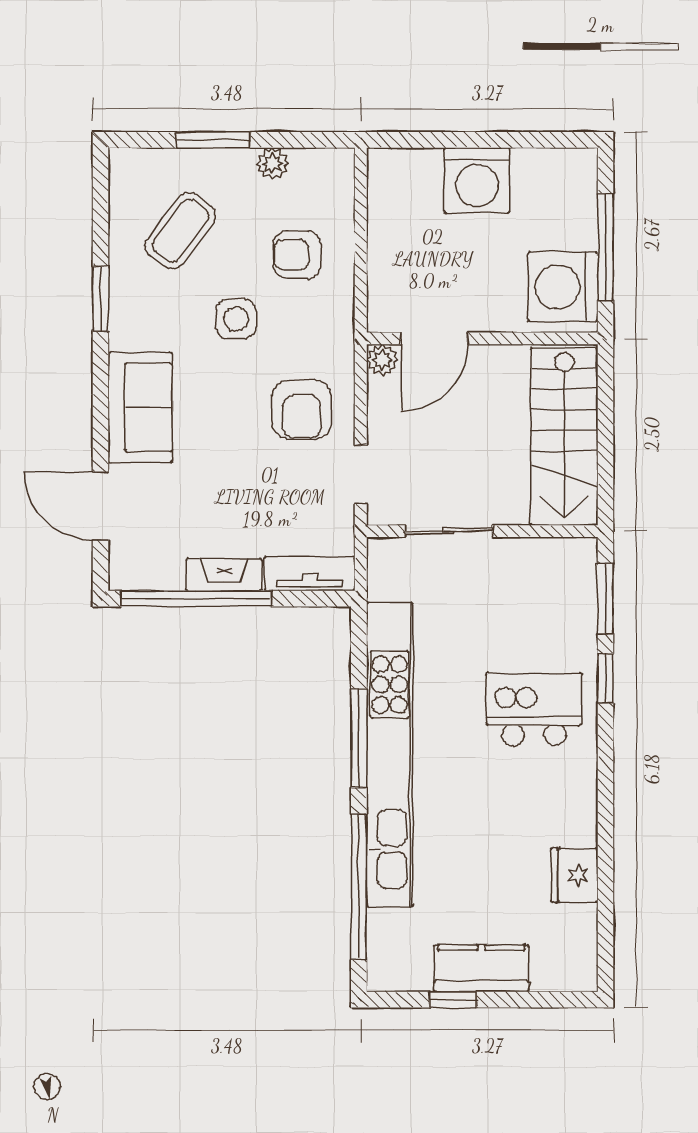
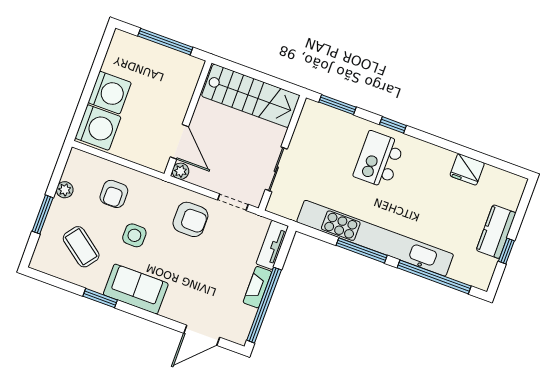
washing machine: (563, 287) -> (98, 127), moved, turned -90
sofa: (140, 407) -> (136, 289), moved
window: (606, 678) -> (393, 125), moved

